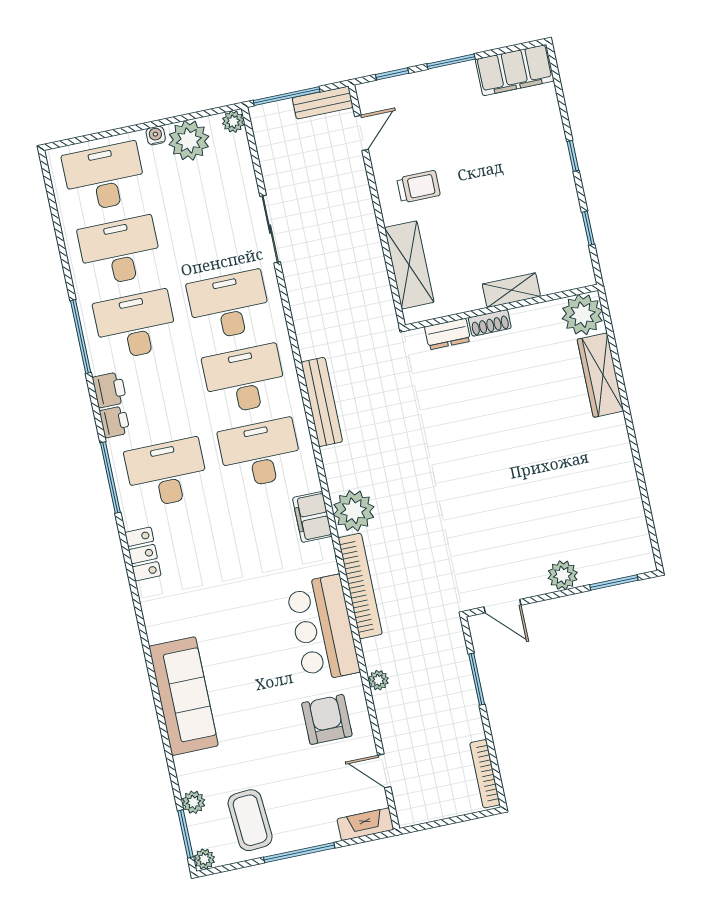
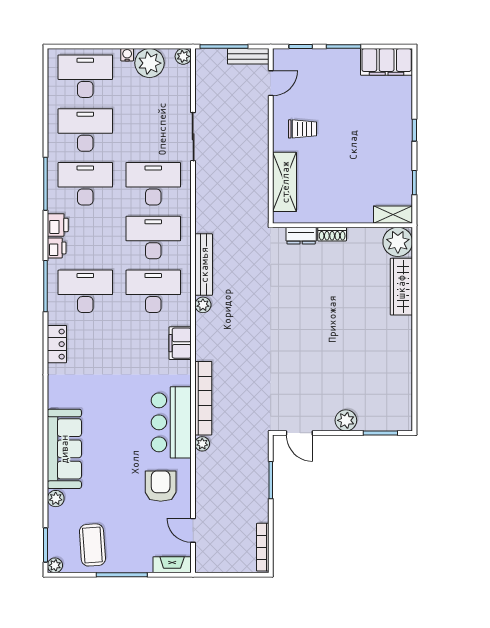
shelving: (511, 290) -> (393, 215), moved
plant: (354, 511) -> (203, 305), moved, width x0.53, depth x0.53
plant: (378, 680) -> (202, 444), moved
plant: (193, 802) -> (56, 499), moved

